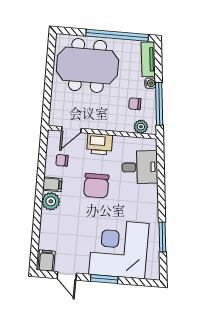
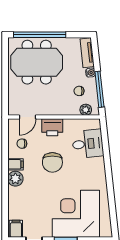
window: (117, 35) -> (40, 35), moved
window: (162, 237) -> (112, 201), removed

